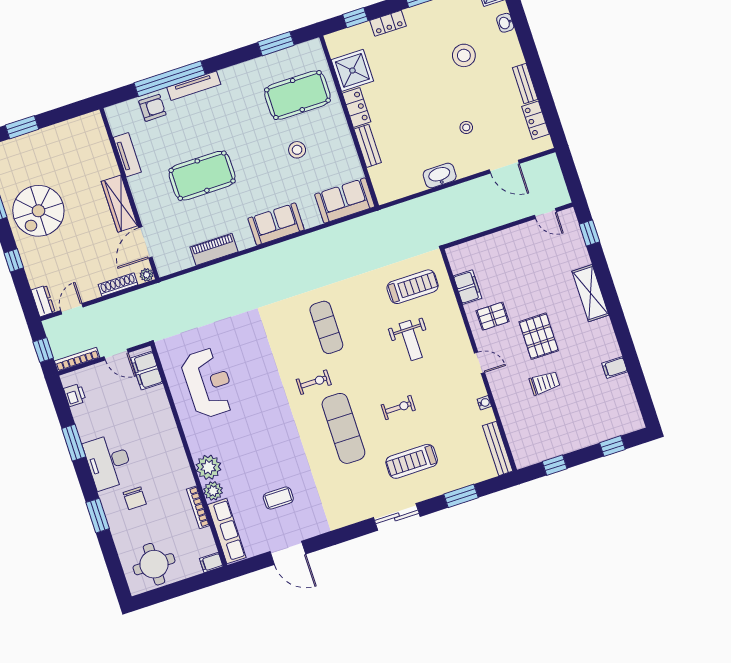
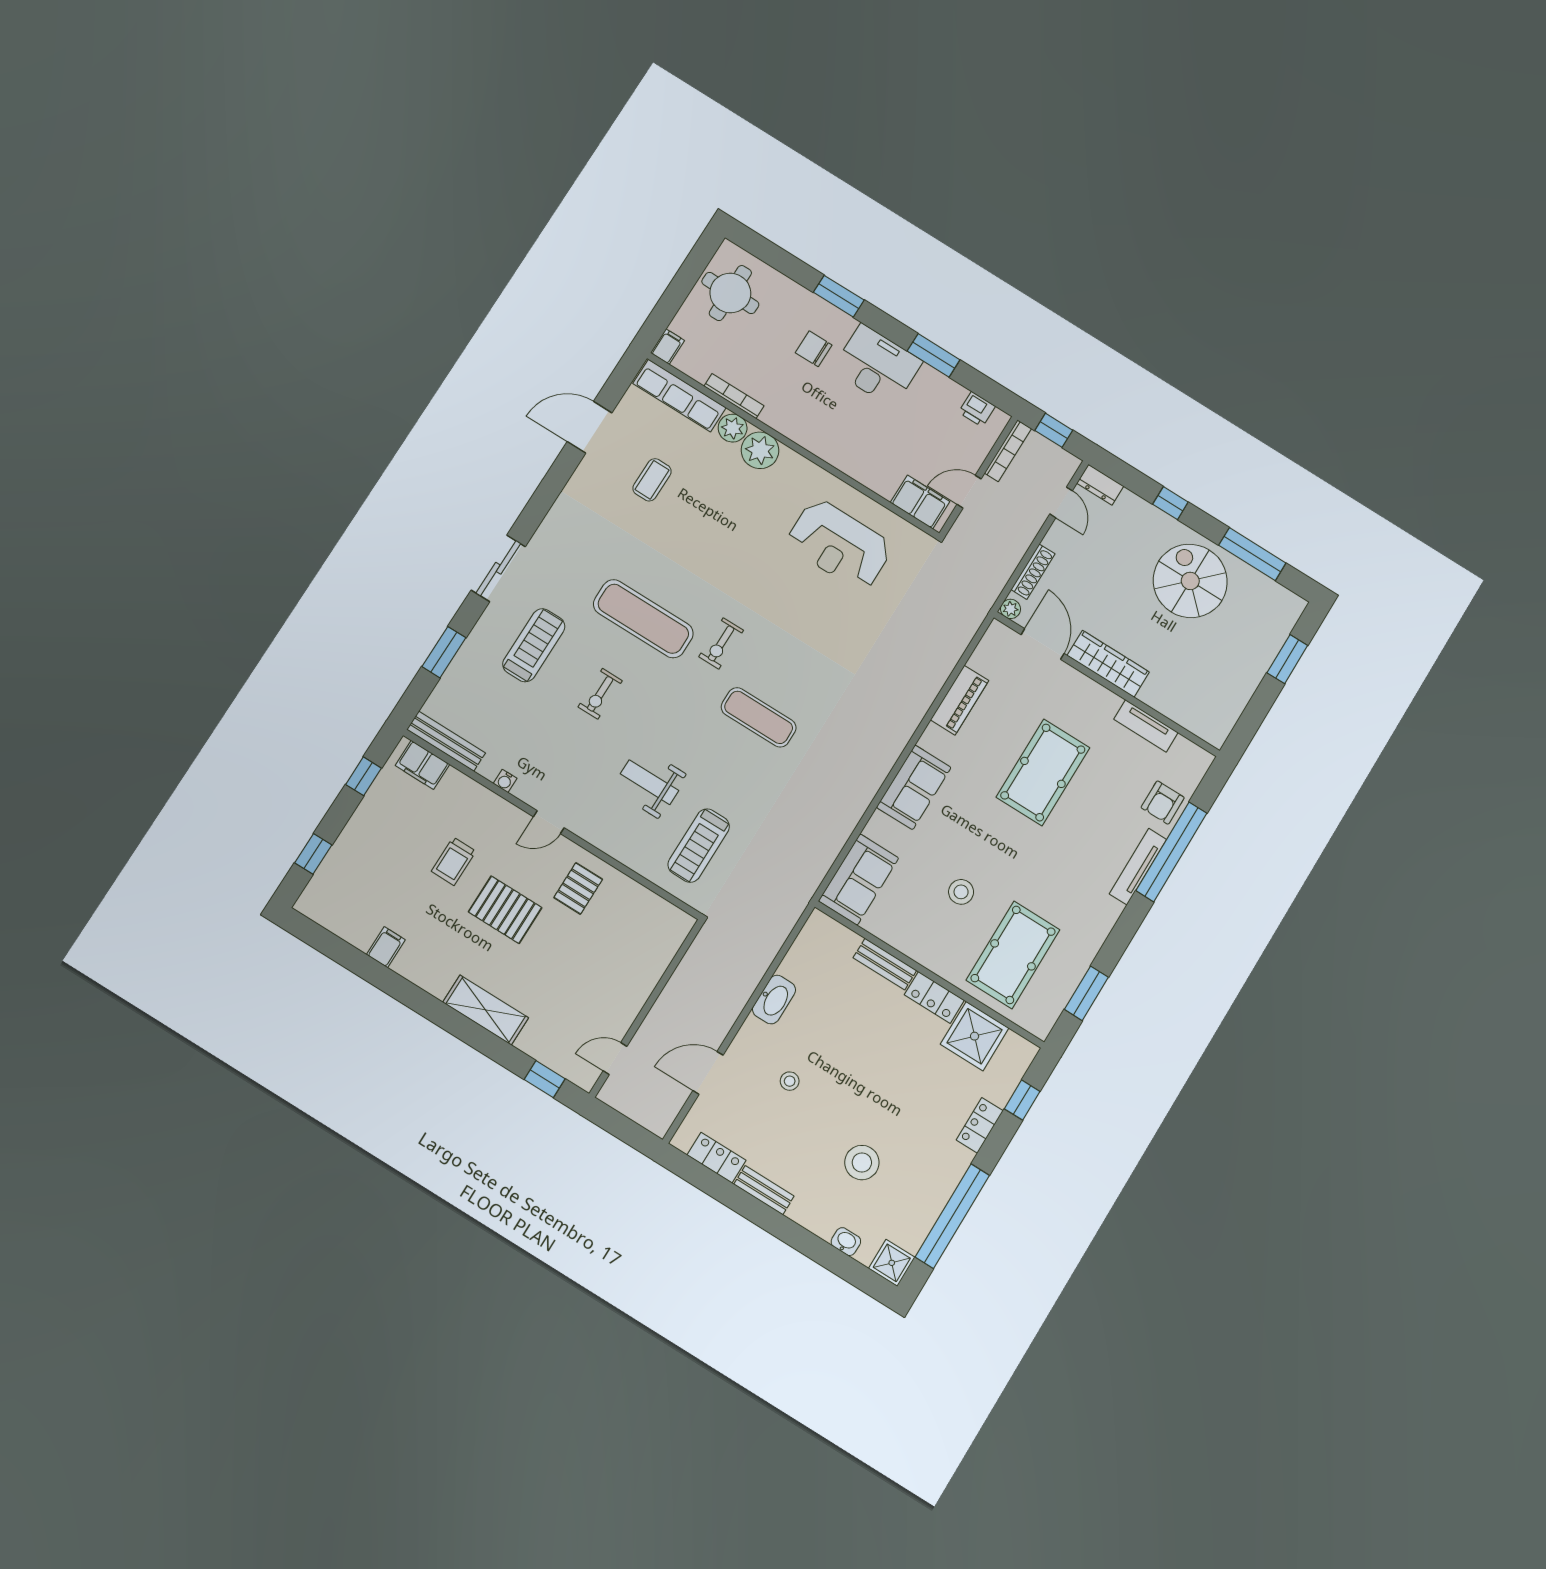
filing cabinet: (468, 287) -> (422, 765), moved

